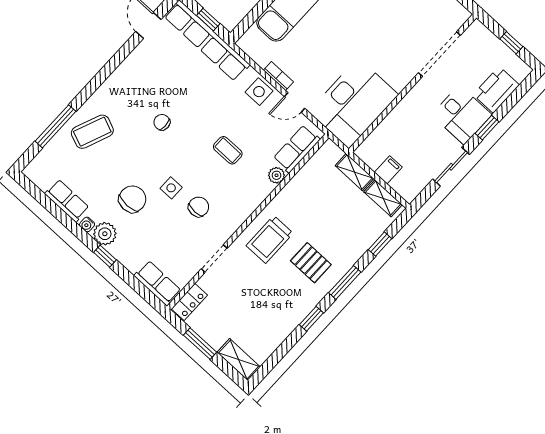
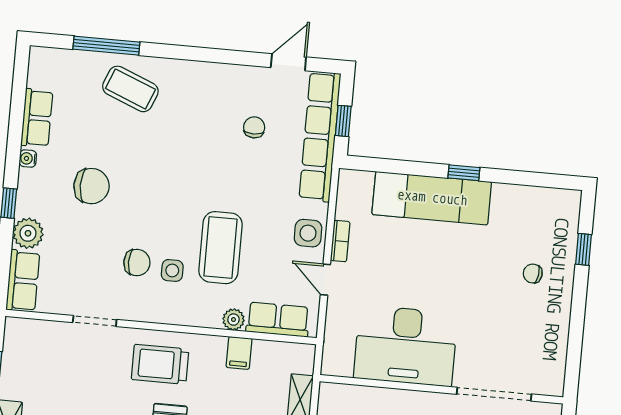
desk: (354, 103) -> (406, 346), moved
chair: (162, 122) -> (254, 127), moved
coffee table: (228, 150) -> (221, 248), width x1.86, depth x1.72
filing cabinet: (299, 187) -> (239, 353), added
side table: (171, 188) -> (172, 270), moved
plant: (105, 234) -> (28, 233), moved
locker: (189, 302) -> (29, 330), removed

